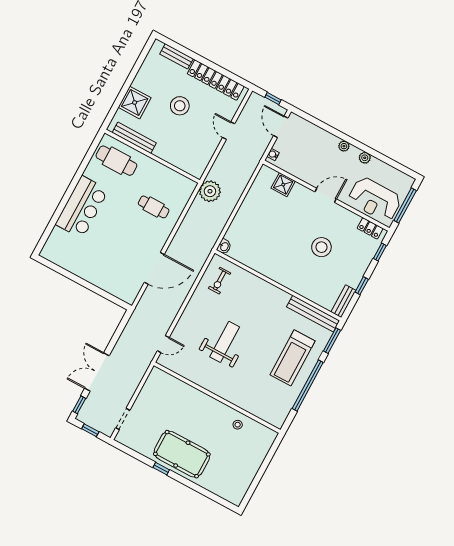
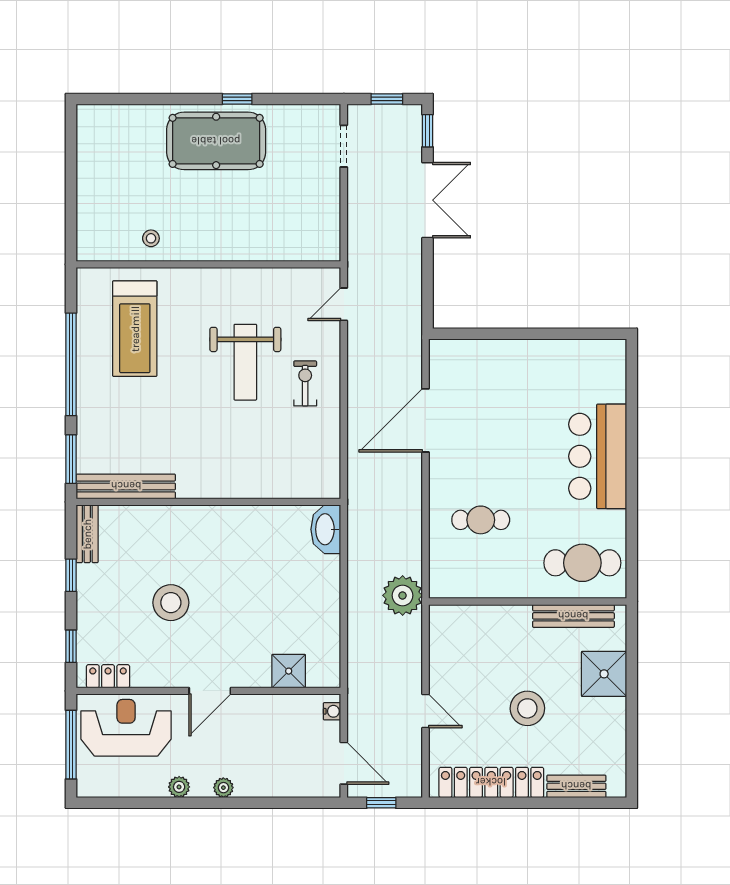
washbasin: (224, 247) -> (326, 529), width x1.91, depth x1.45
exercise bike: (220, 281) -> (305, 383), moved
treadmill: (293, 358) -> (135, 329), moved, turned 180

